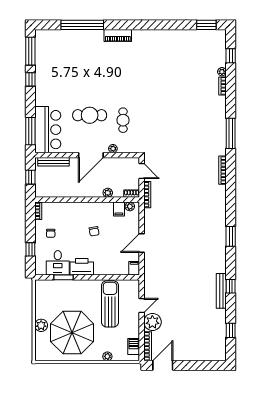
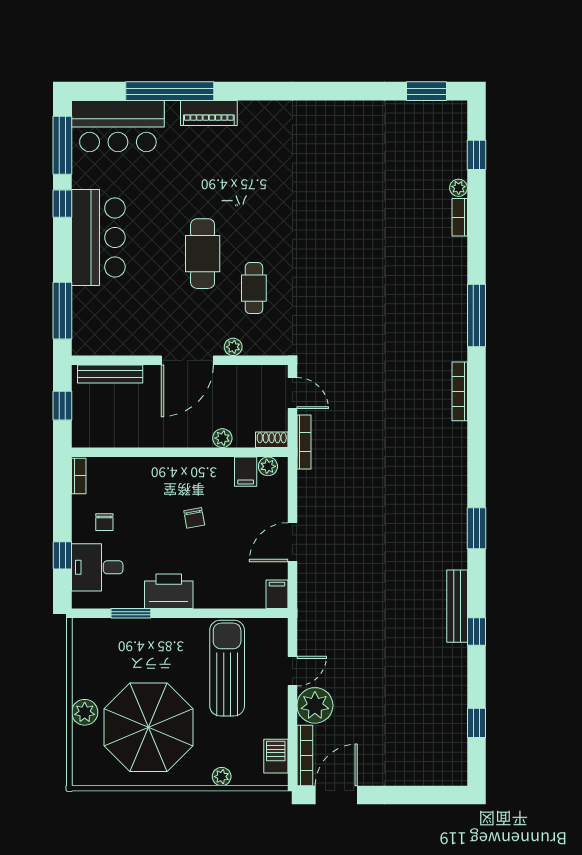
piano: (118, 35) -> (209, 113), moved
bar counter: (57, 42) -> (118, 126), added
cafe table: (90, 115) -> (203, 254), moved, turned 90
bar counter: (48, 130) -> (98, 238), moved
desk: (58, 263) -> (97, 567), moved, turned 90
bench: (221, 291) -> (457, 606), moved

